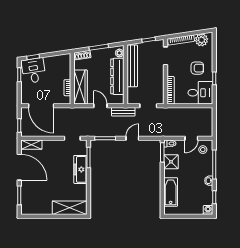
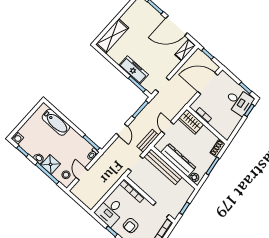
bench: (132, 66) -> (163, 167), moved
wardrobe: (81, 87) -> (191, 122), width x0.67
door: (100, 106) -> (168, 128), swing flipped
shower: (171, 162) -> (51, 164), moved

